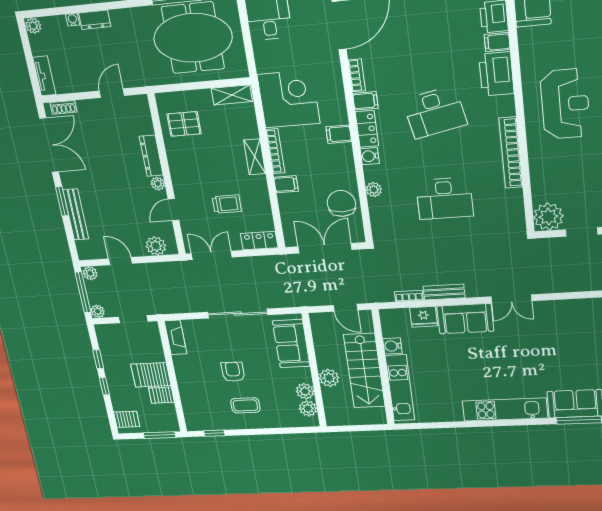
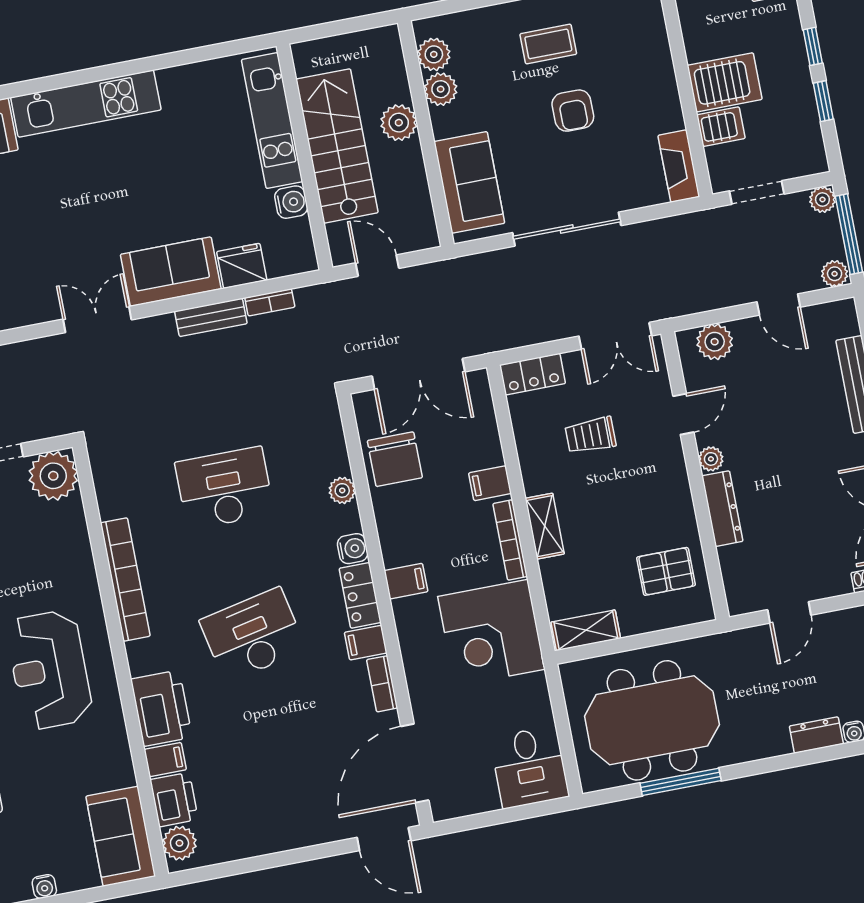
server rack: (161, 395) -> (721, 127), moved

